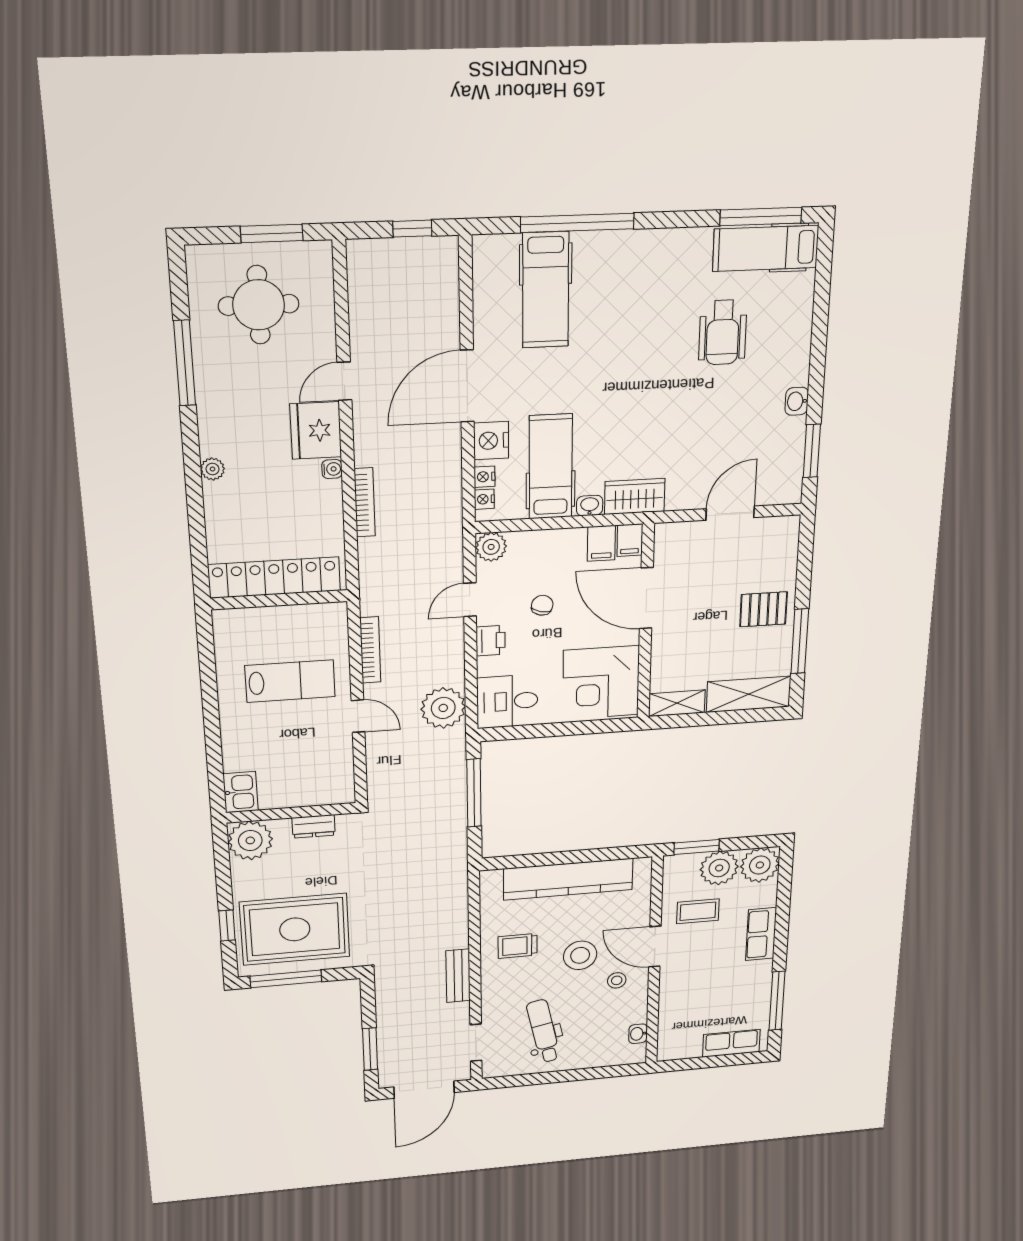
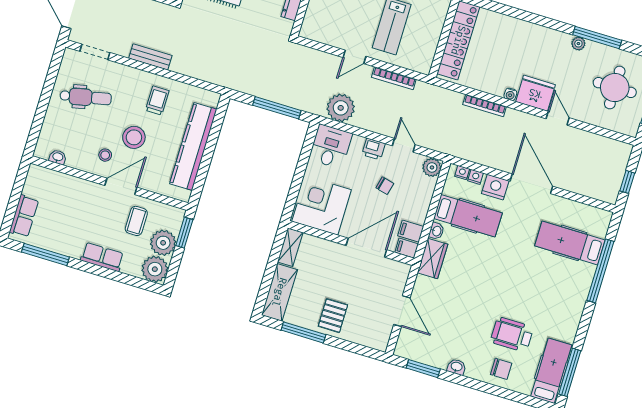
chair: (783, 331) -> (501, 369), added
plant: (213, 469) -> (578, 44), moved

